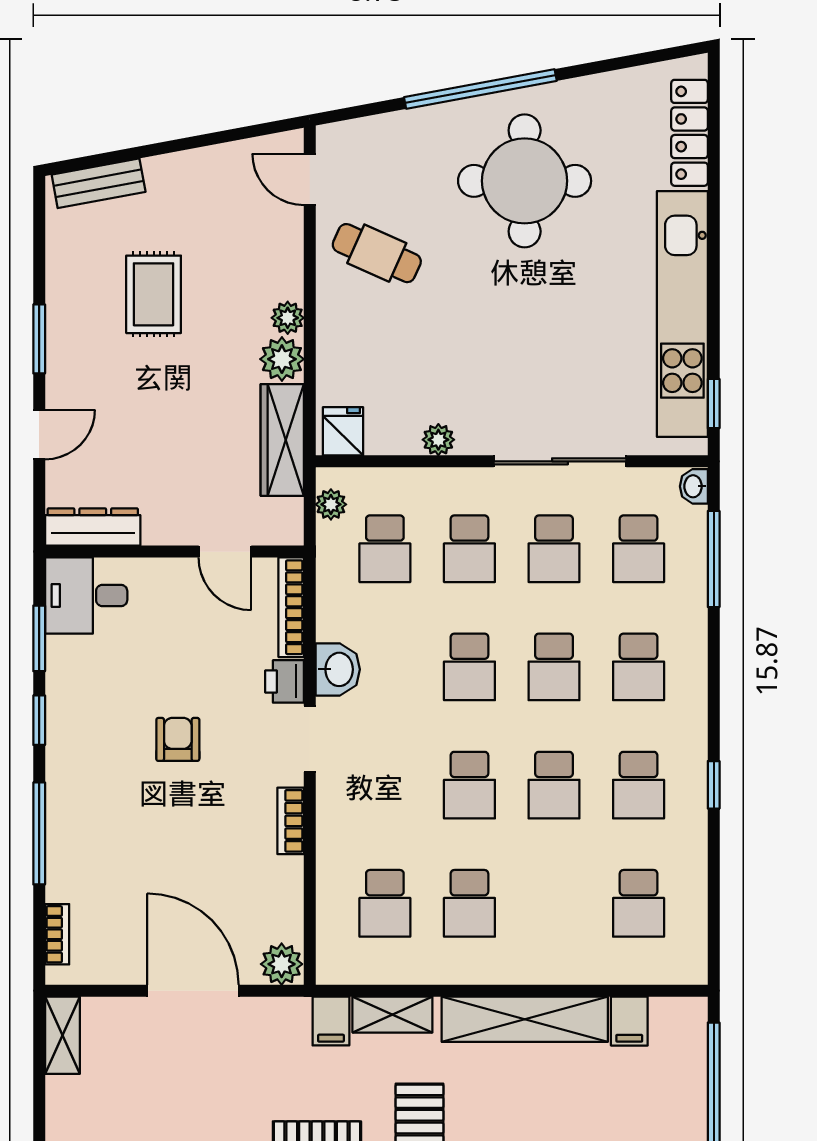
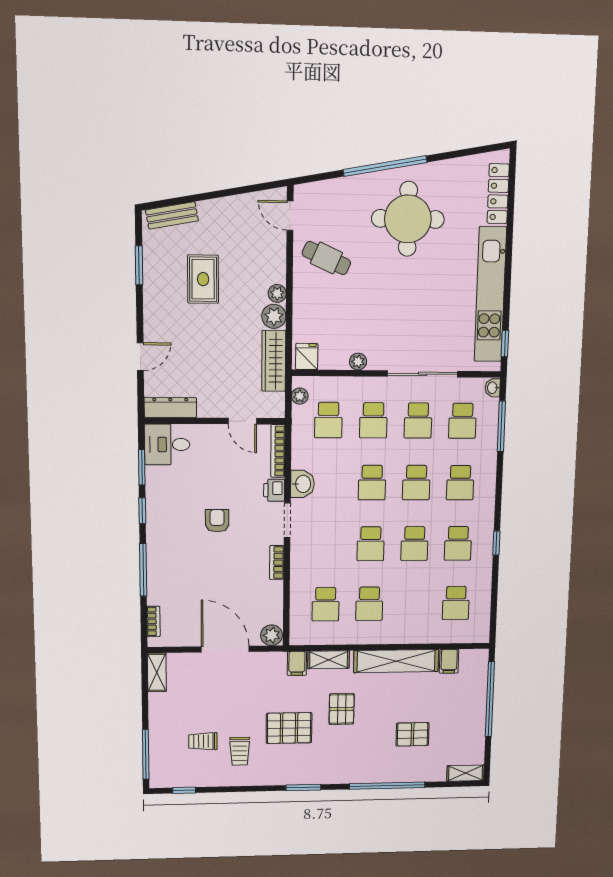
window: (39, 339) -> (139, 265), moved

